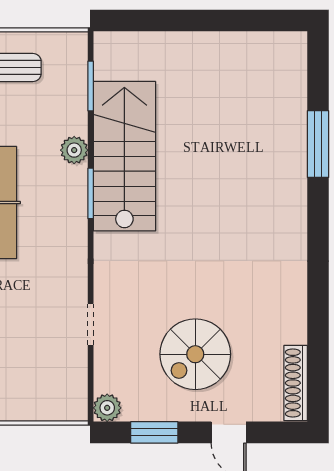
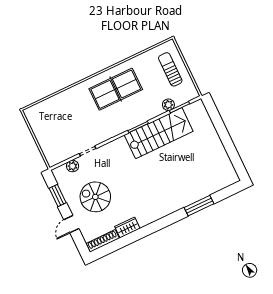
plant: (74, 150) -> (168, 105), moved
wardrobe: (292, 317) -> (127, 228), added
plant: (107, 408) -> (73, 166), moved

